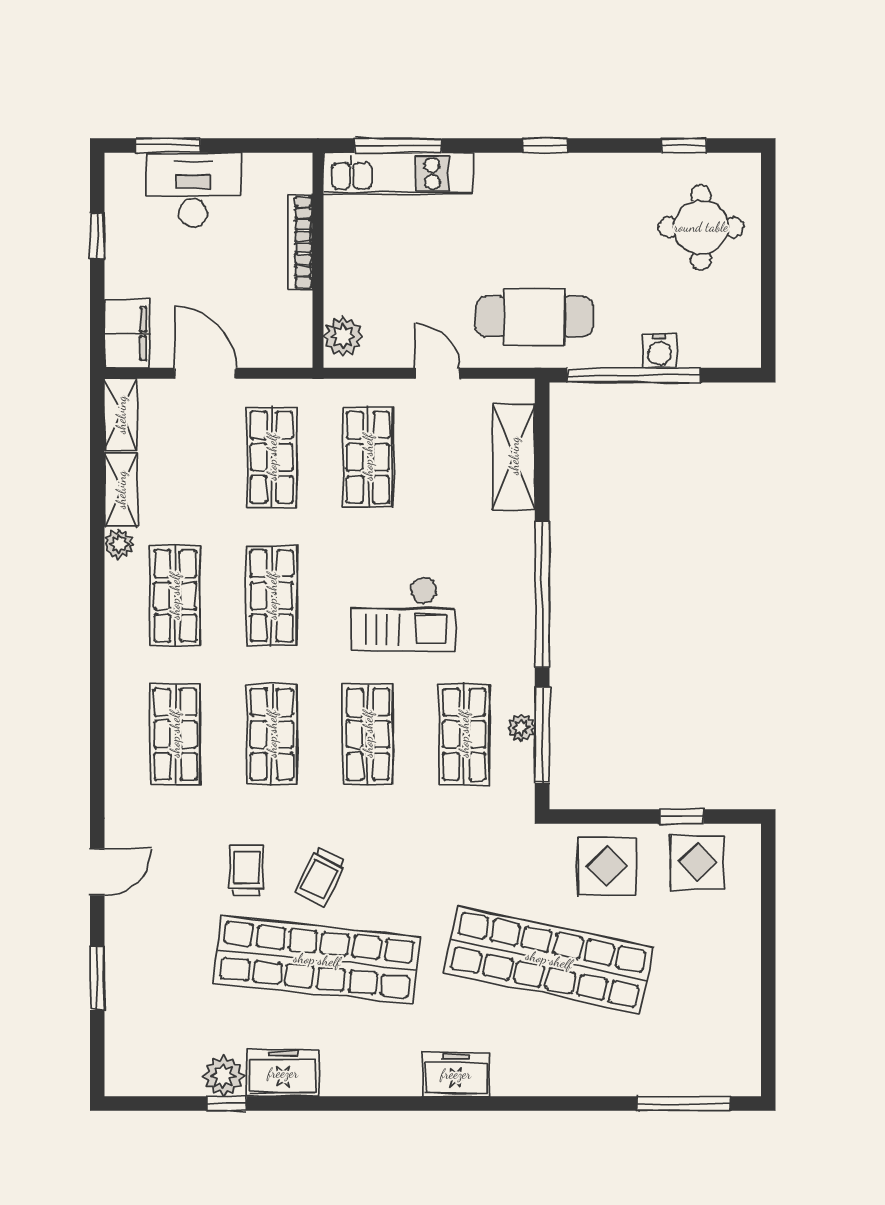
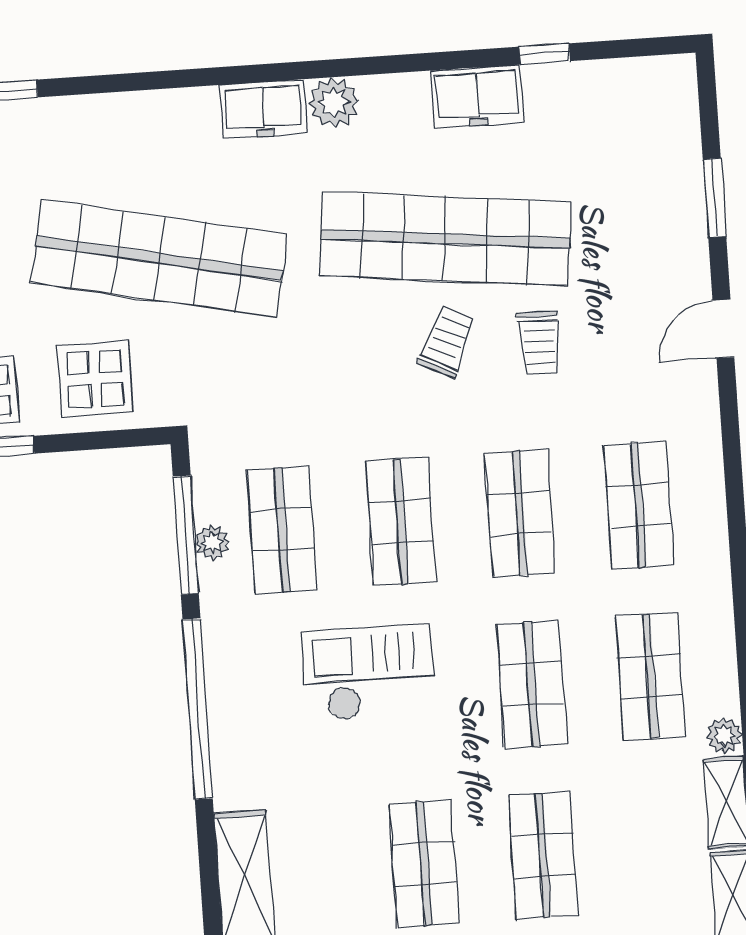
plant: (224, 1076) -> (334, 102), moved

